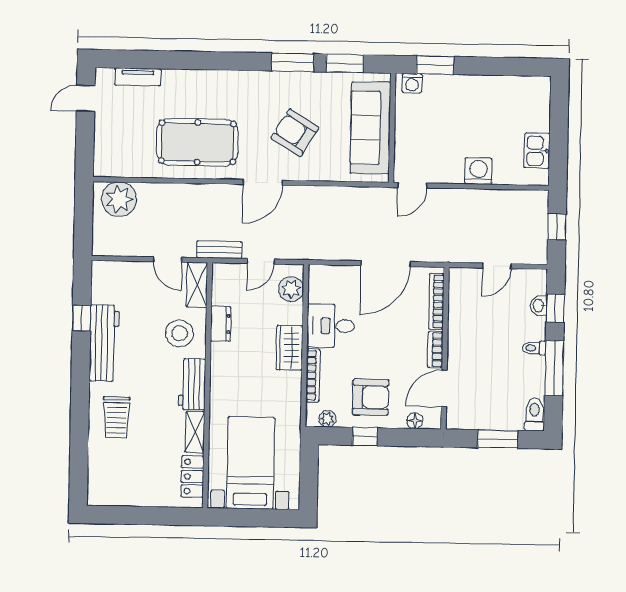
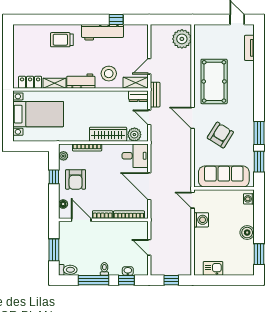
window: (435, 65) -> (259, 254), moved
boiler: (473, 87) -> (247, 233), added
washing machine: (478, 171) -> (201, 220), moved
dresser: (221, 324) -> (138, 96), moved
desk: (331, 326) -> (135, 156), moved, turned 90
wardrobe: (289, 348) -> (108, 134), width x1.50

